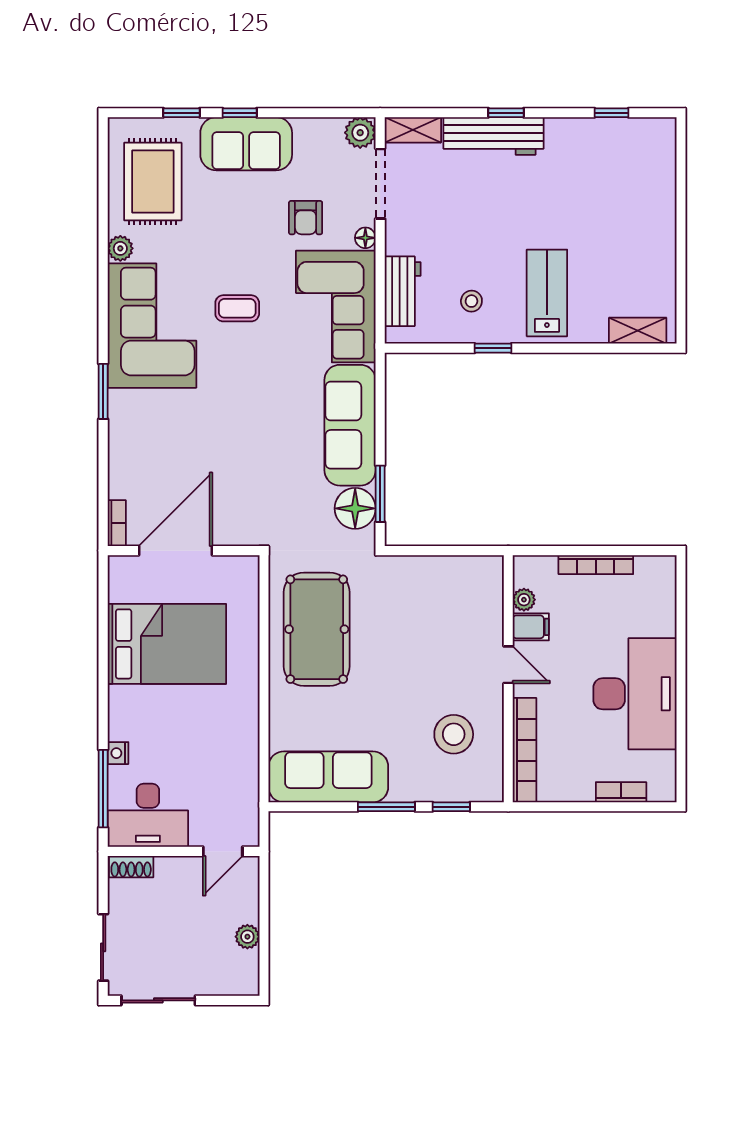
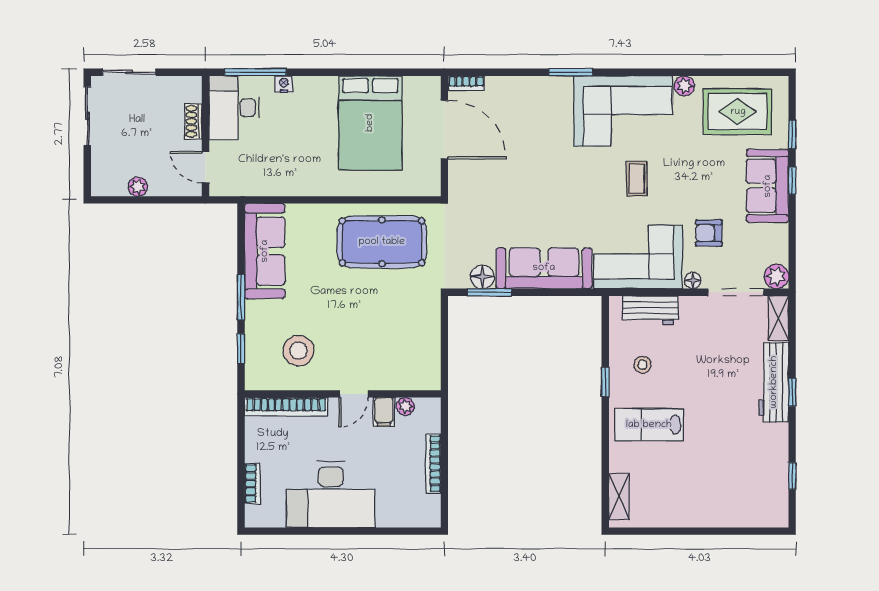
lab bench: (547, 293) -> (649, 425), turned 180
floor lamp: (355, 508) -> (482, 277), width x0.73, depth x0.73
shoe rack: (131, 867) -> (193, 121), moved

